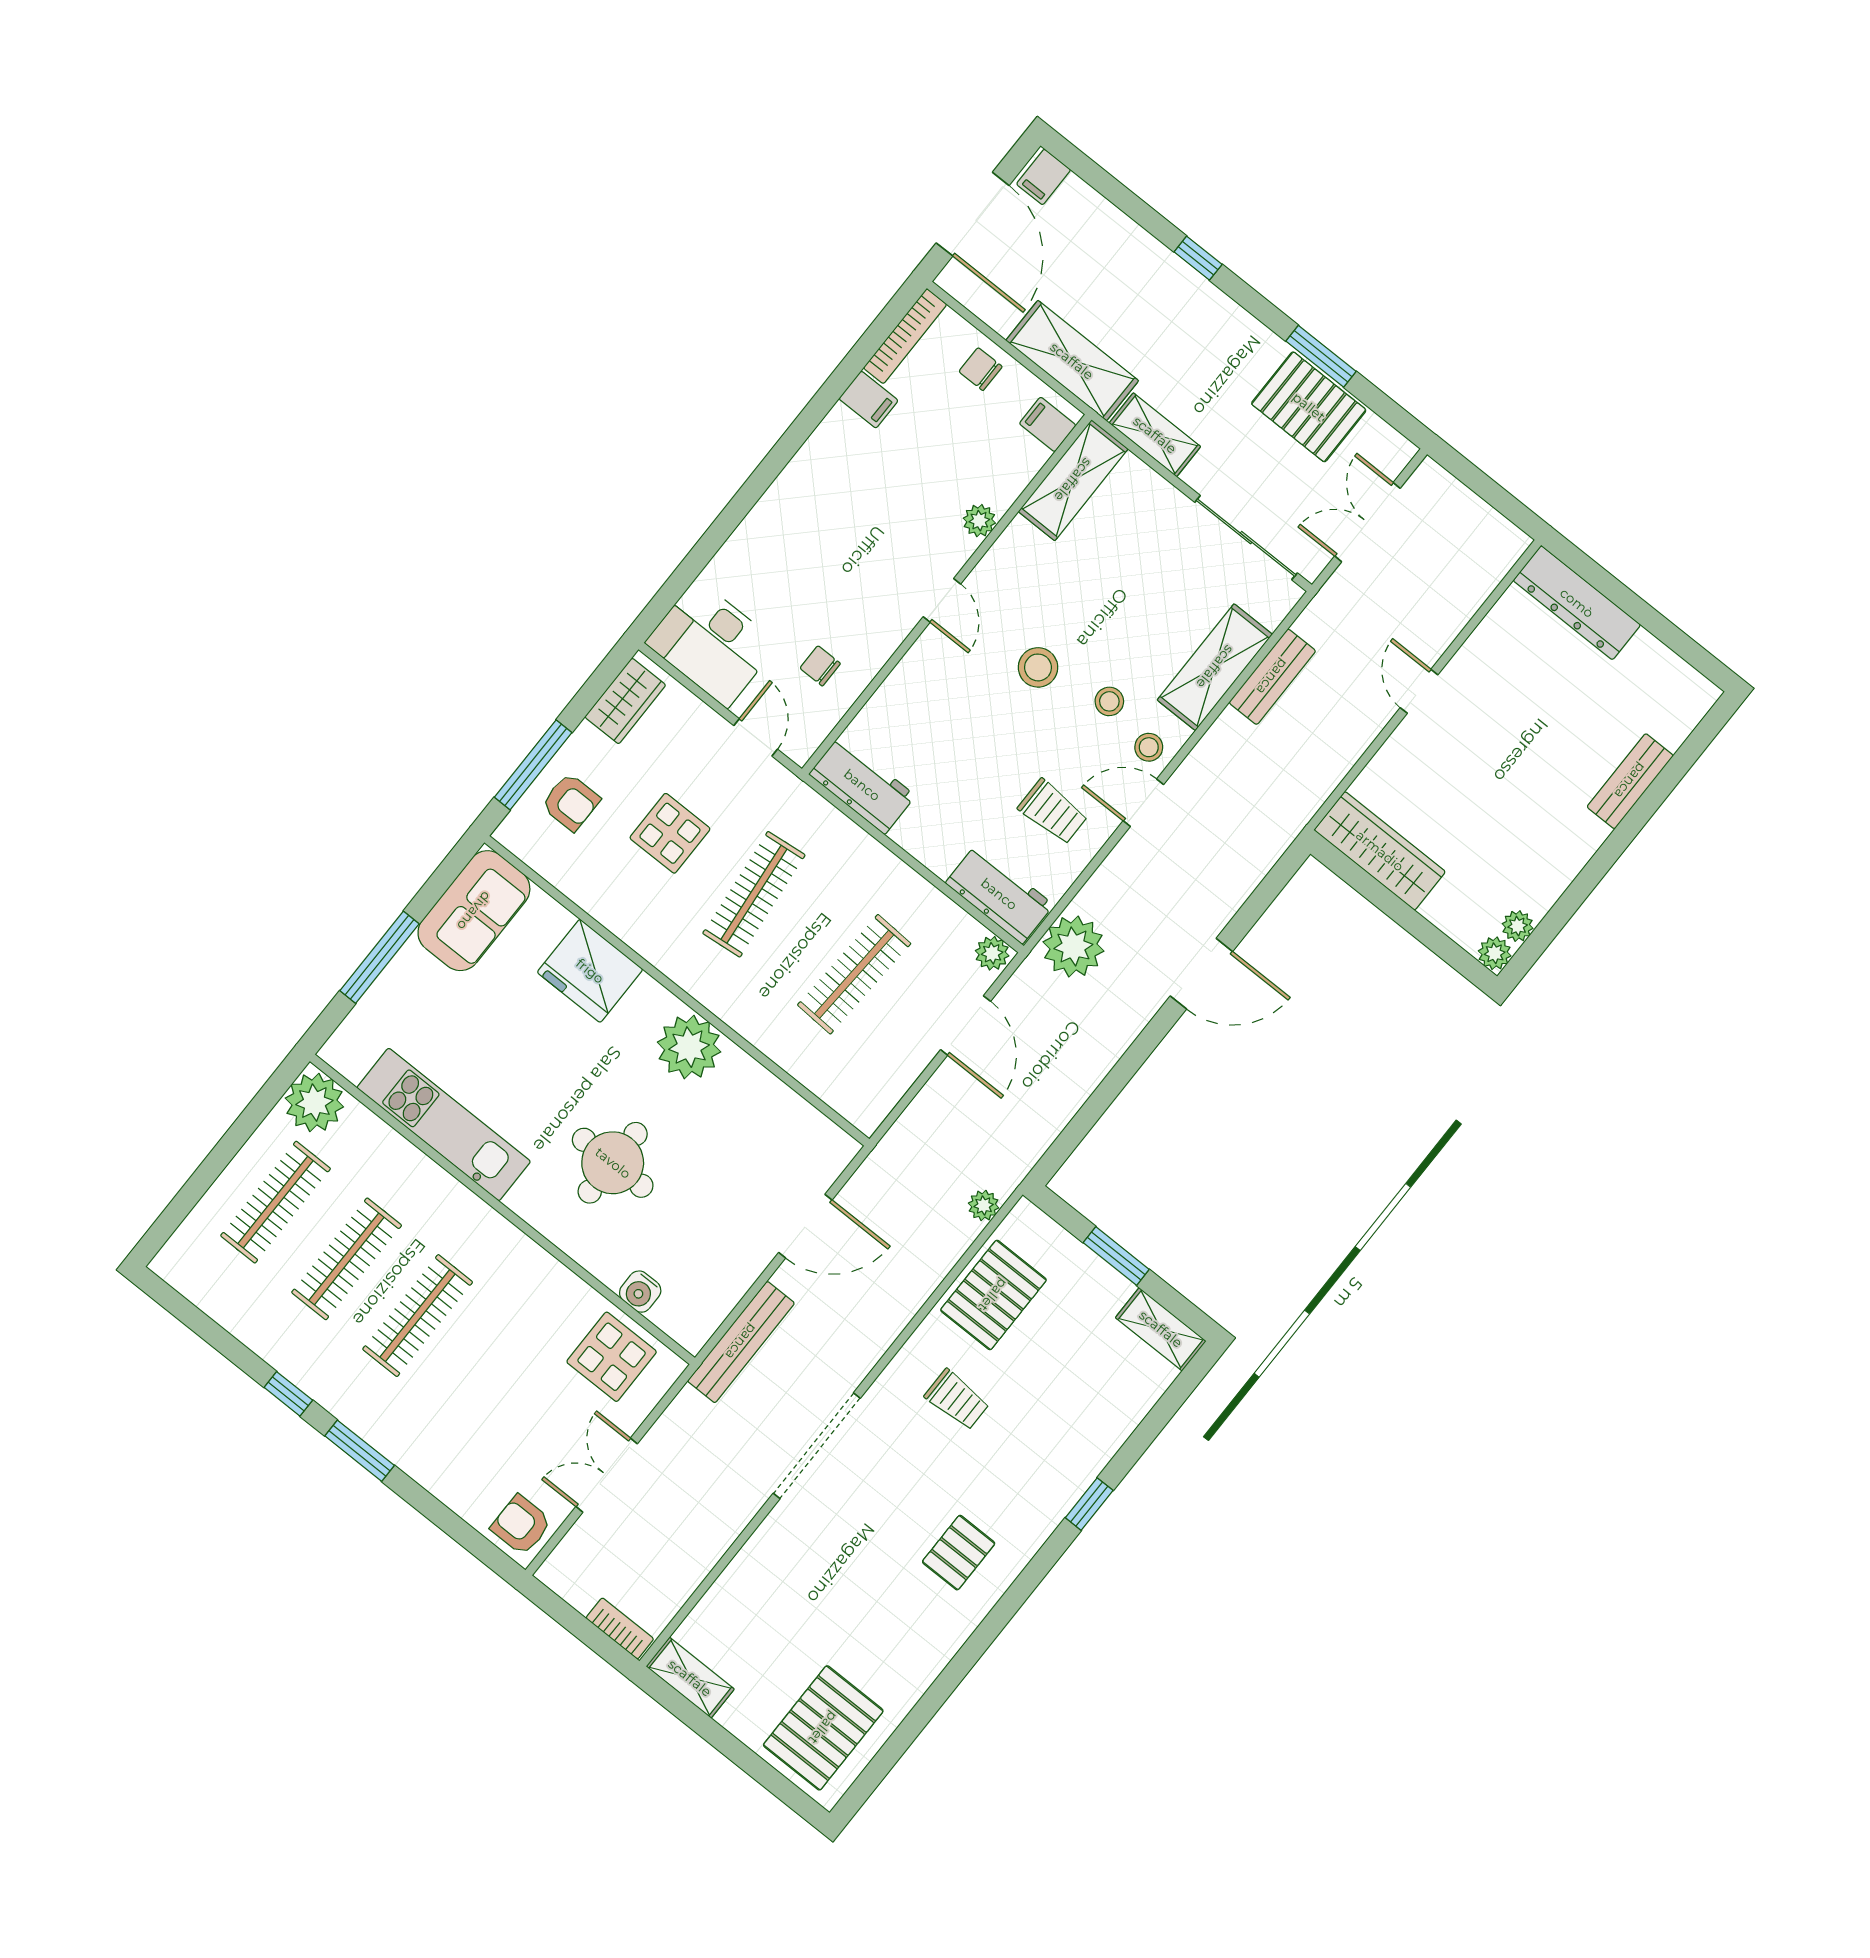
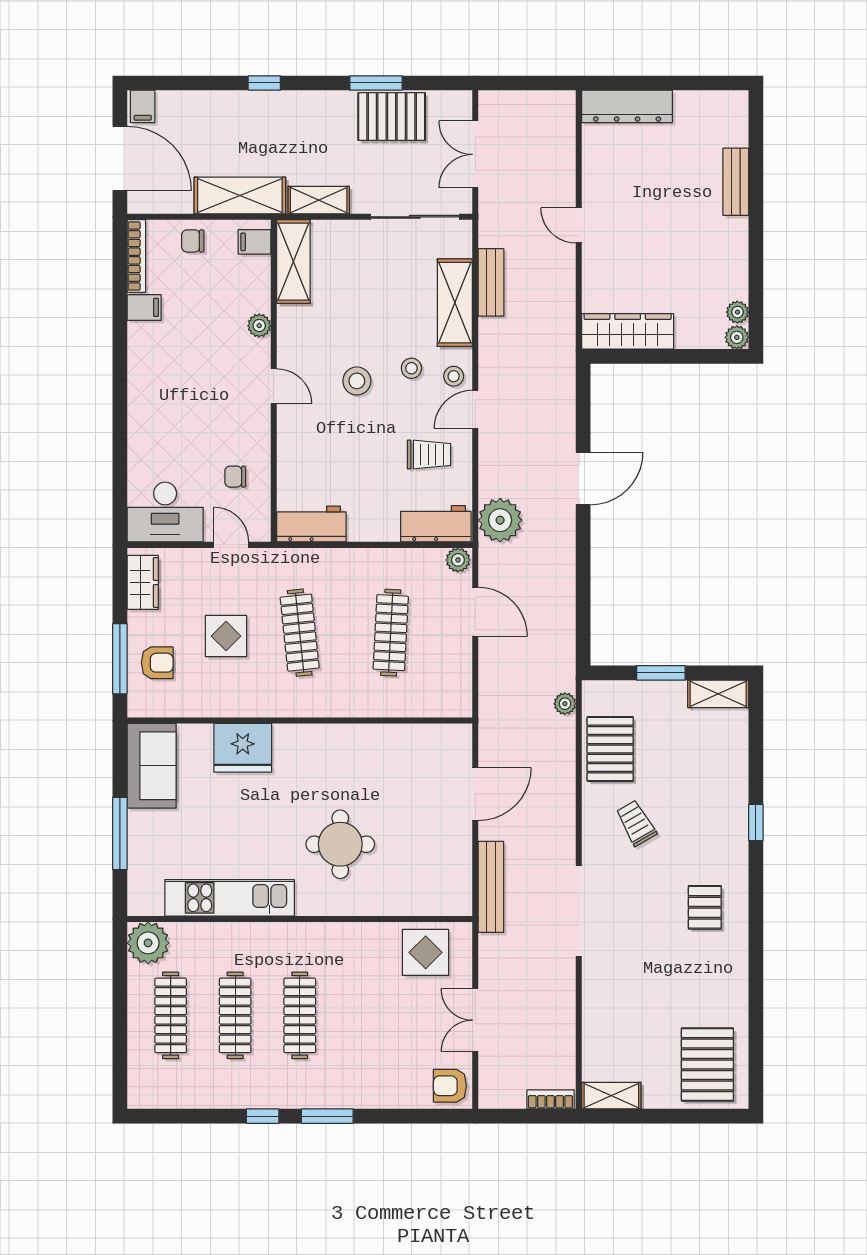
plant: (689, 1047) -> (331, 746), removed
water cooler: (640, 1292) -> (413, 904), removed
trolley: (957, 1400) -> (636, 823), turned -120

